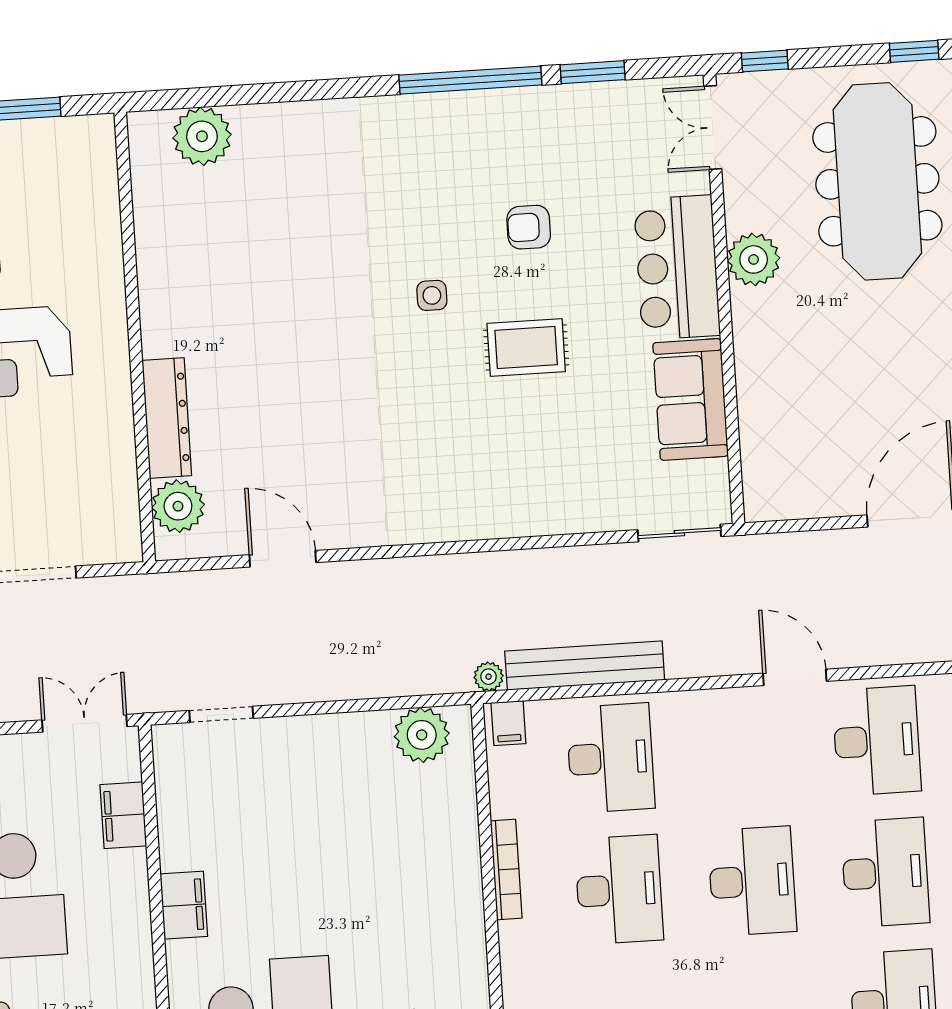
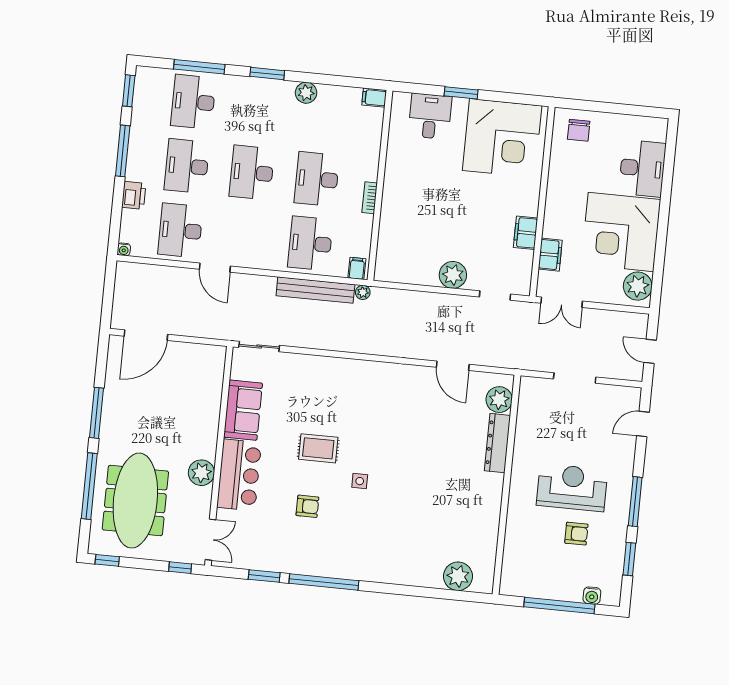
plant: (422, 735) -> (453, 275), moved
bookcase: (506, 869) -> (370, 198), width x0.64
filing cabinet: (184, 905) -> (526, 233), moved

